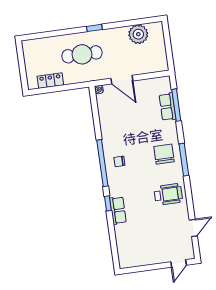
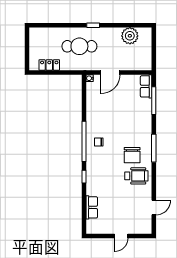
door: (122, 80) -> (110, 73), hinge flipped
row of seats: (167, 107) -> (146, 86), moved
chair: (164, 154) -> (132, 155), moved, turned 180
row of seats: (118, 210) -> (92, 207), moved
door: (179, 263) -> (121, 236), moved

